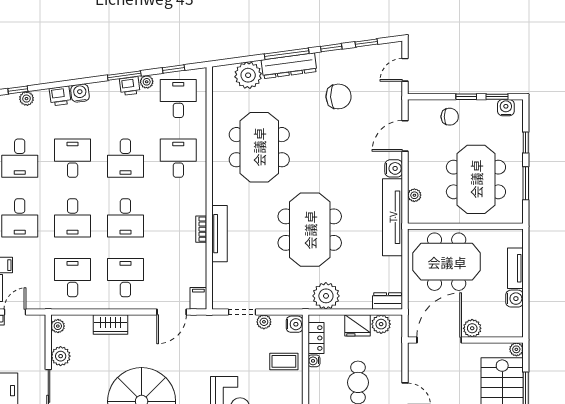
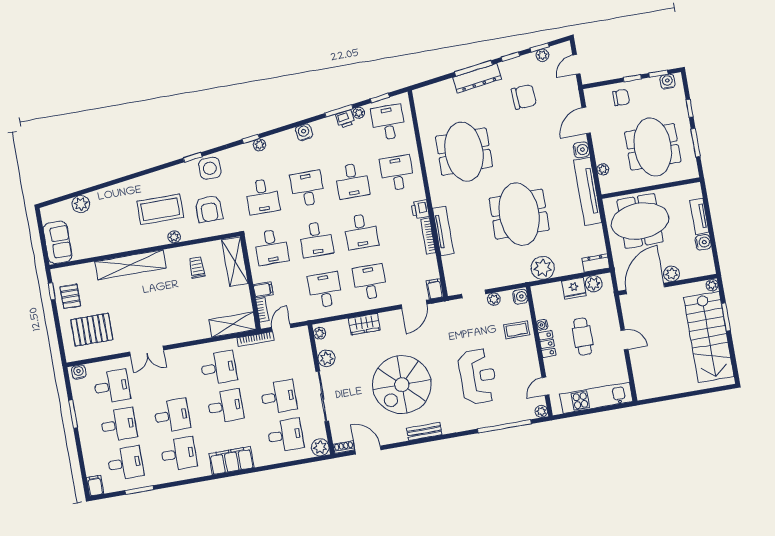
plant: (248, 75) -> (542, 55), moved, width x0.53, depth x0.53
printer: (60, 96) -> (420, 210), moved, turned 98
bookcase: (201, 229) -> (428, 236), width x1.56
locker: (316, 338) -> (547, 344), moved

